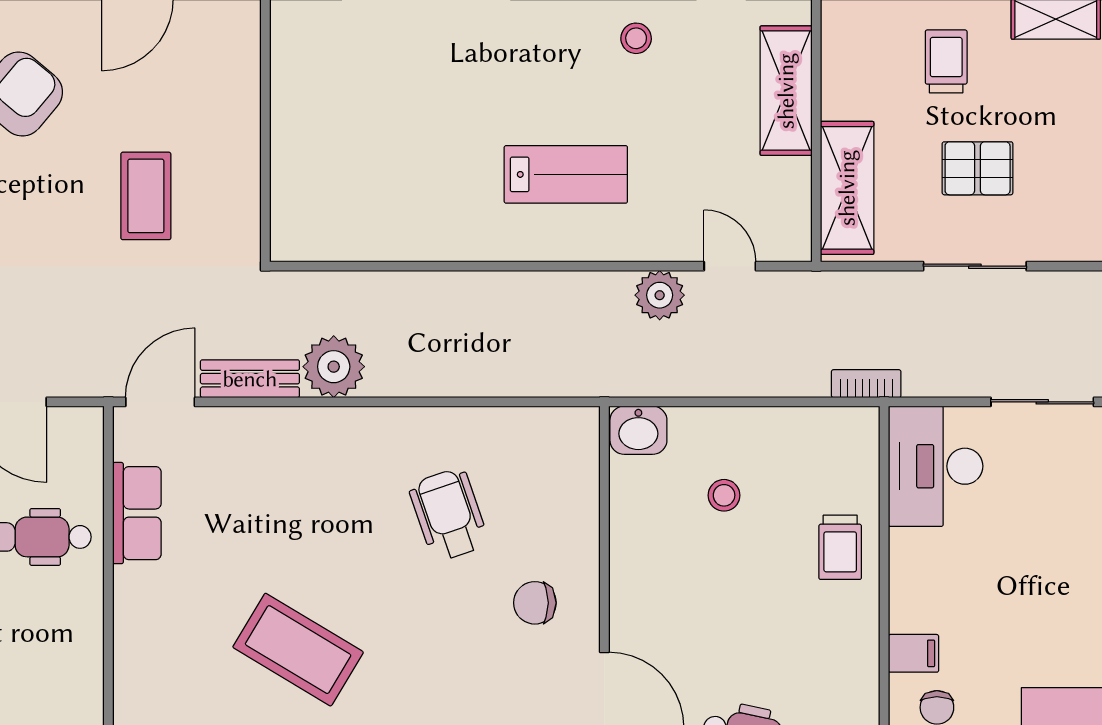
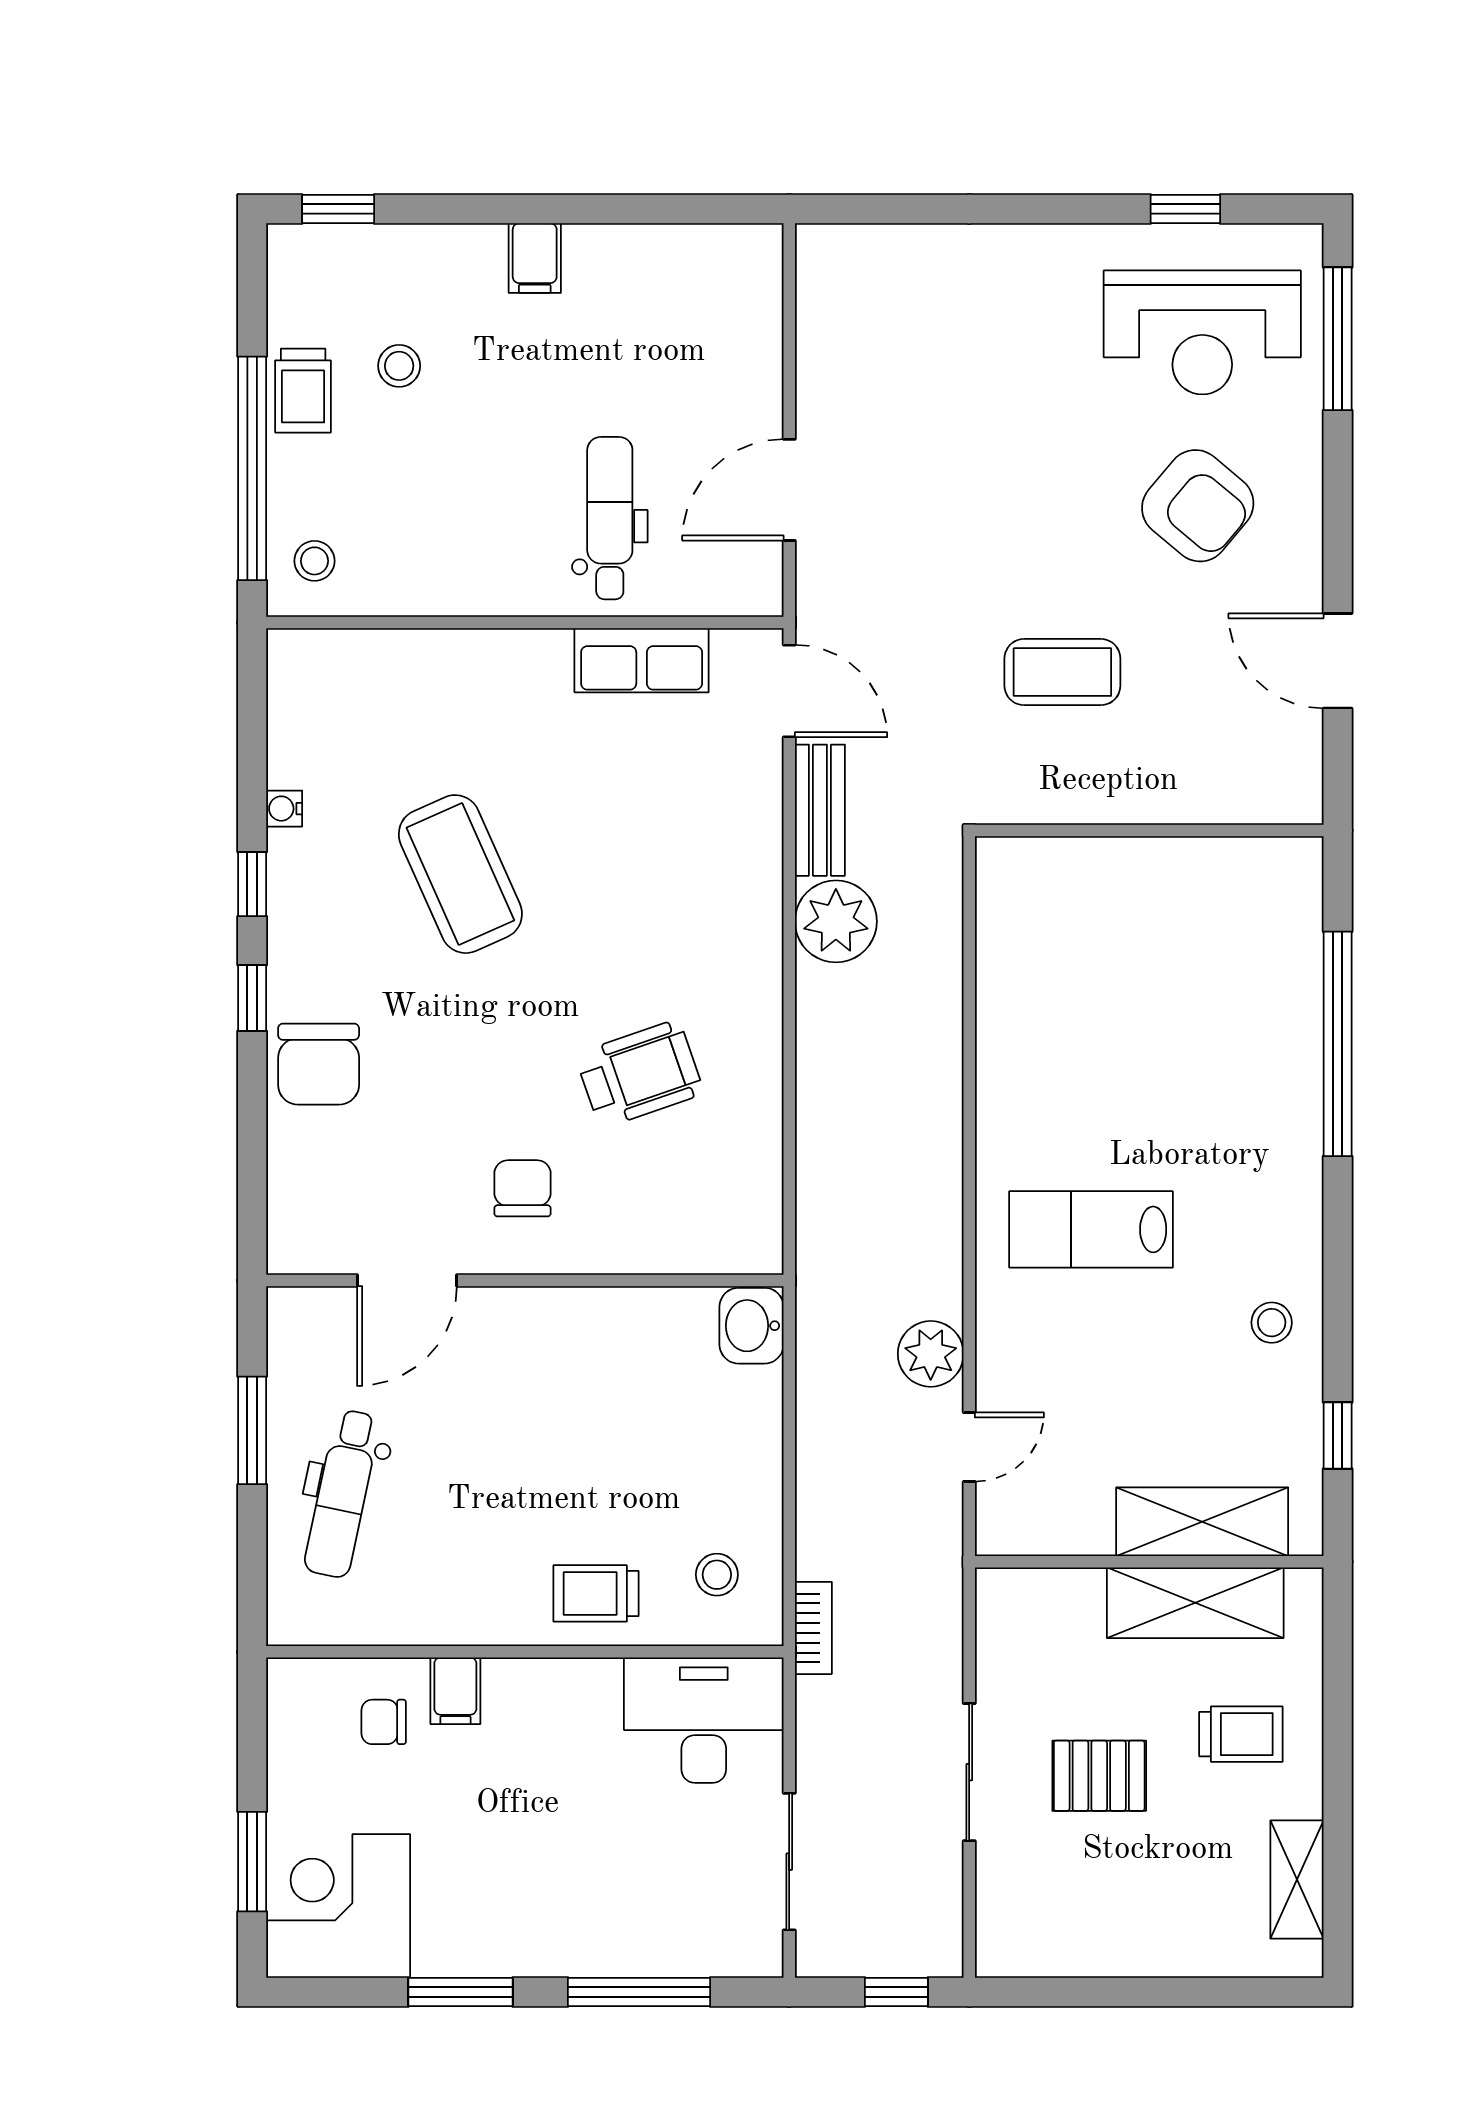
pallet: (978, 168) -> (1099, 1776), turned 90
lab bench: (566, 174) -> (1091, 1229), turned 90
shelving: (847, 188) -> (1195, 1603), moved
stool: (724, 495) -> (717, 1575), moved
coffee table: (298, 650) -> (460, 874), turned -55

